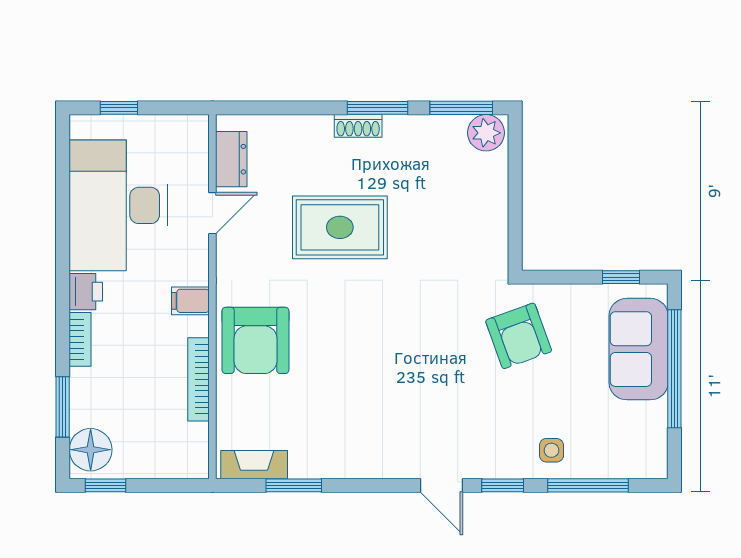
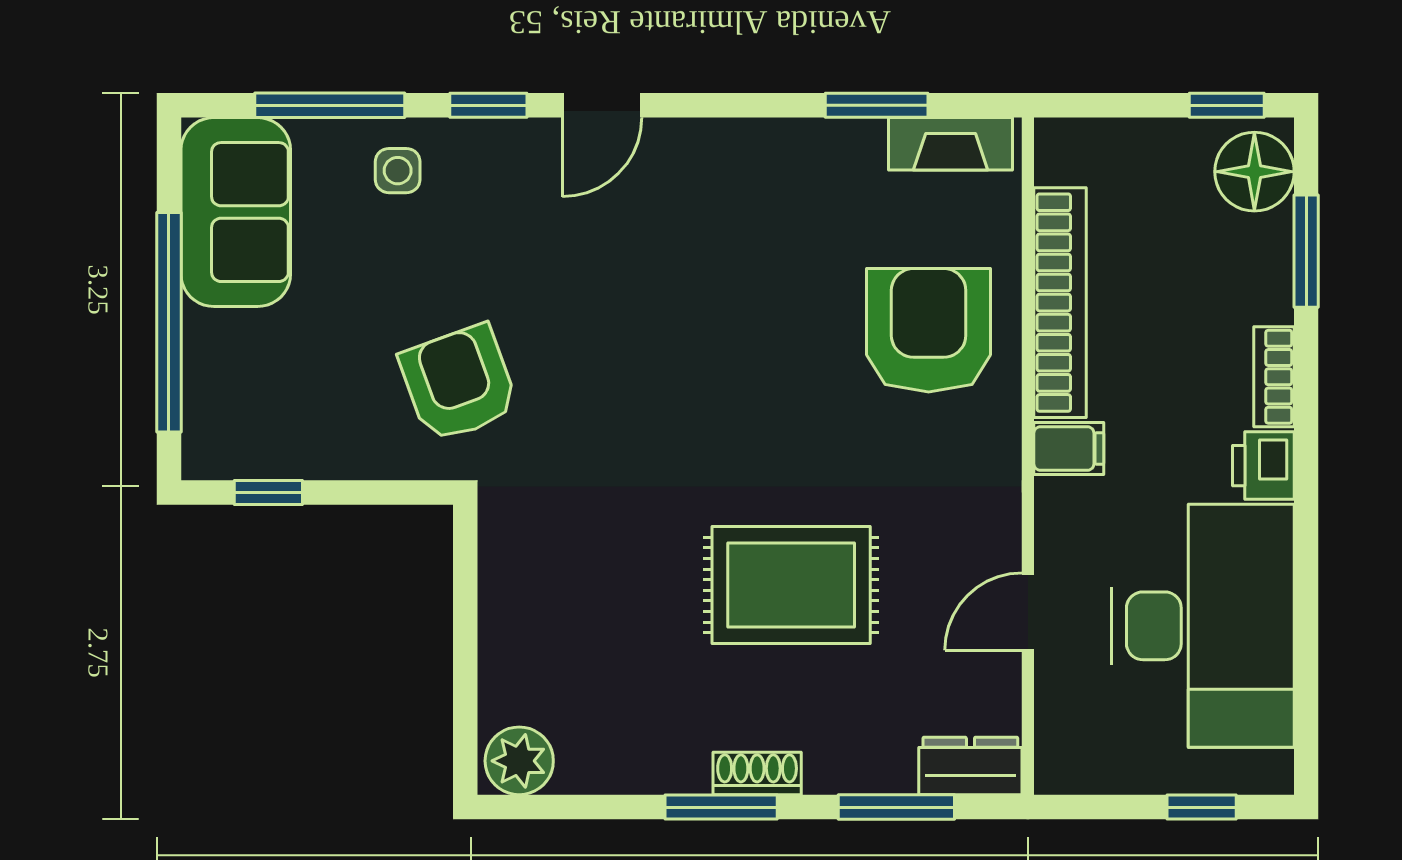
window: (461, 108) -> (896, 807), moved
dresser: (231, 159) -> (970, 766), moved, turned 90
armchair: (255, 340) -> (929, 330), moved
sofa: (639, 349) -> (236, 212), moved
bookcase: (198, 379) -> (1060, 303), width x1.48, depth x1.31
door: (442, 485) -> (602, 105), swing flipped

